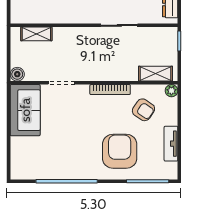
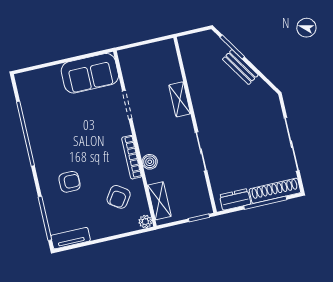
shelving: (36, 34) -> (180, 99), moved
boiler: (17, 74) -> (150, 162), moved
tv unit: (171, 144) -> (71, 238), moved
armchair: (120, 151) -> (69, 182), width x0.53, depth x0.53

